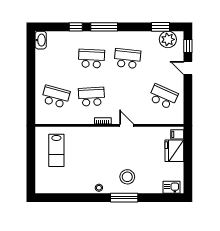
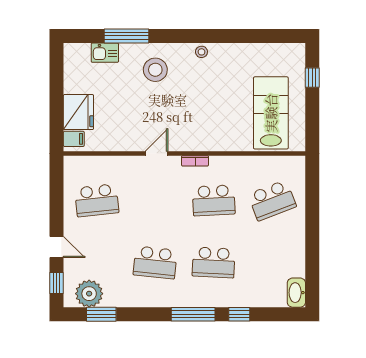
school desk: (56, 97) -> (272, 200), turned -36
school desk: (163, 97) -> (97, 200), turned -30
door: (127, 125) -> (156, 153), swing flipped
lab bench: (56, 150) -> (271, 113), width x1.36, depth x1.39
window: (31, 172) -> (312, 78), added
kitchen sink: (171, 187) -> (105, 53), moved
window: (124, 198) -> (127, 36), moved

